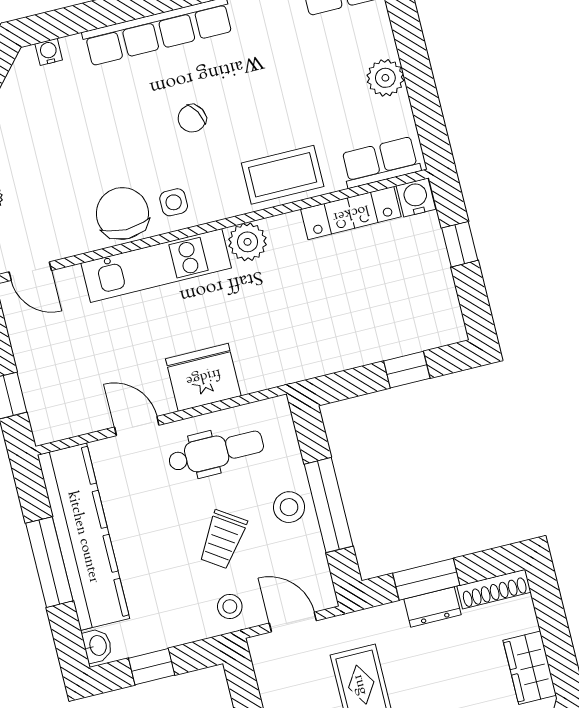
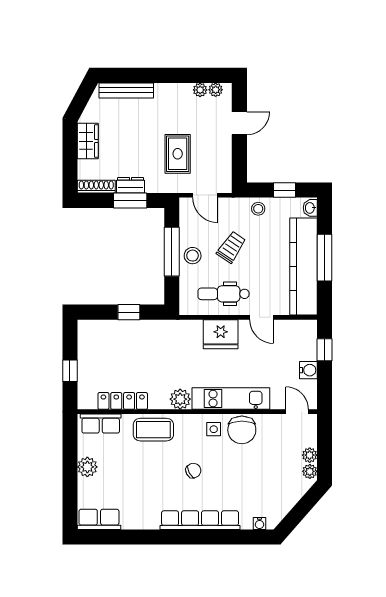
water cooler: (416, 197) -> (308, 370), moved, turned -90
window: (407, 370) -> (129, 312), moved
stool: (230, 606) -> (258, 209), moved

